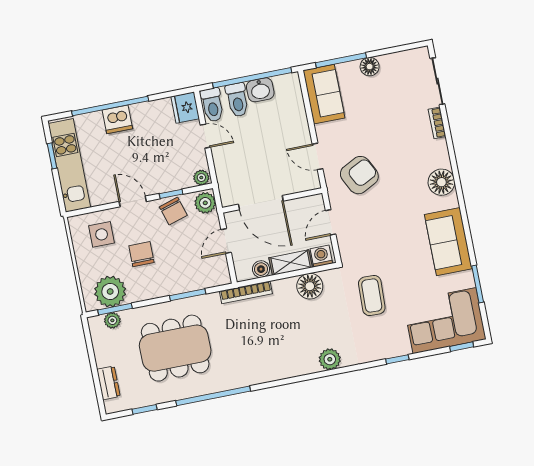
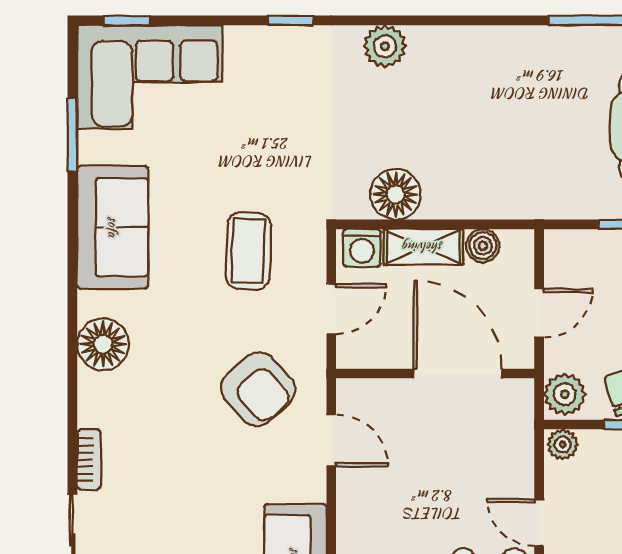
armchair: (359, 175) -> (258, 389), turned -105
bookcase: (246, 292) -> (521, 207), removed
coffee table: (372, 296) -> (248, 251), moved
window: (397, 359) -> (291, 20), moved

